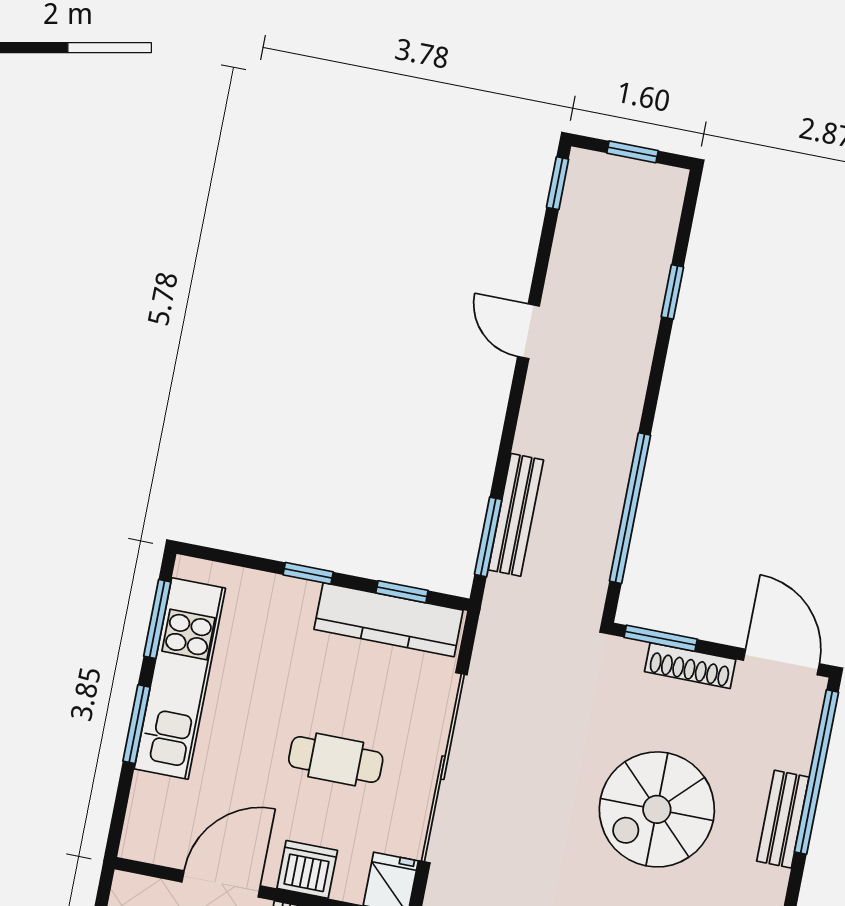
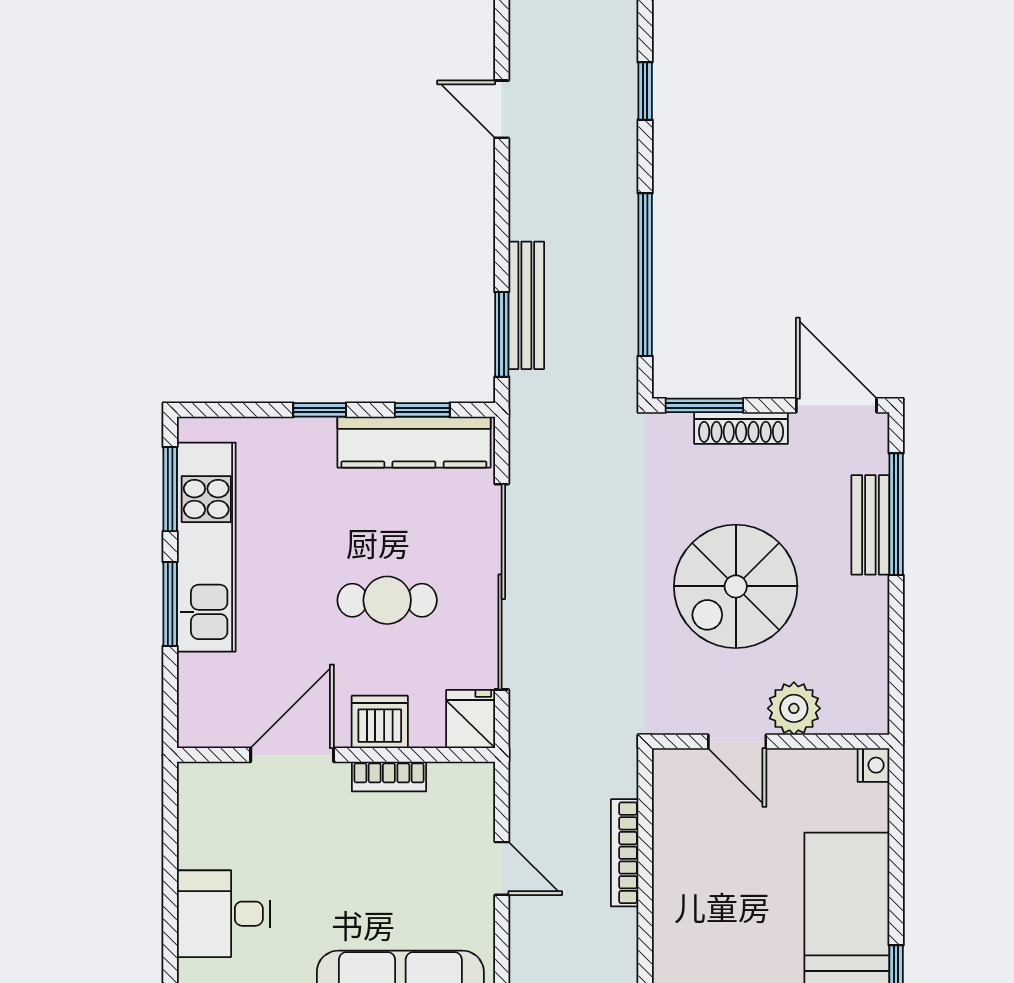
window: (672, 292) -> (645, 91), moved
window: (816, 772) -> (896, 514), width x0.68
bench: (783, 819) -> (870, 525), moved

